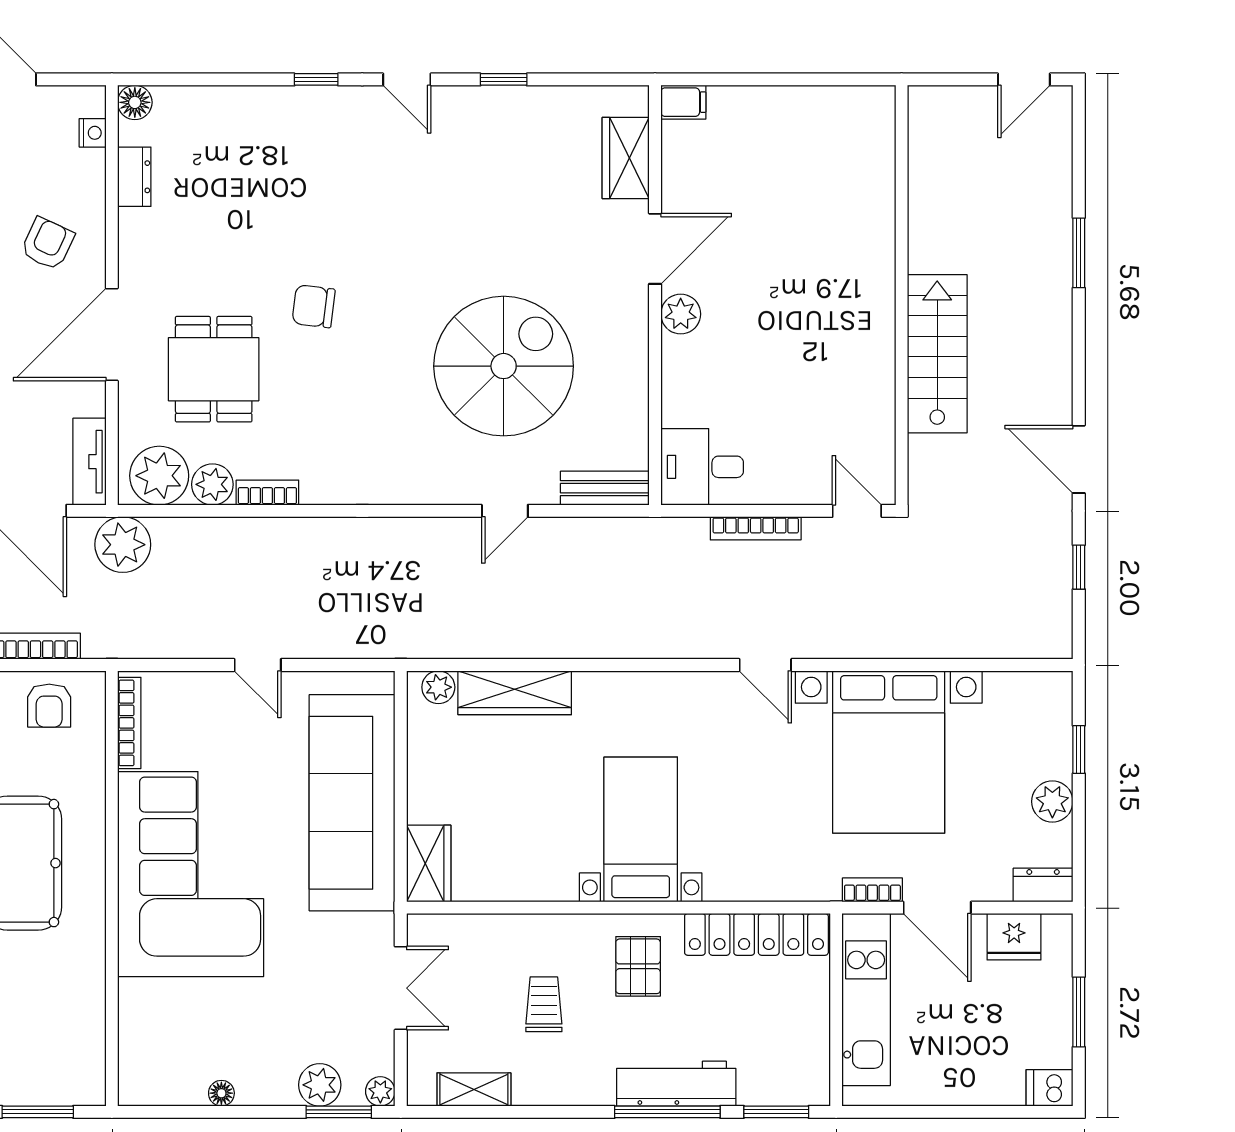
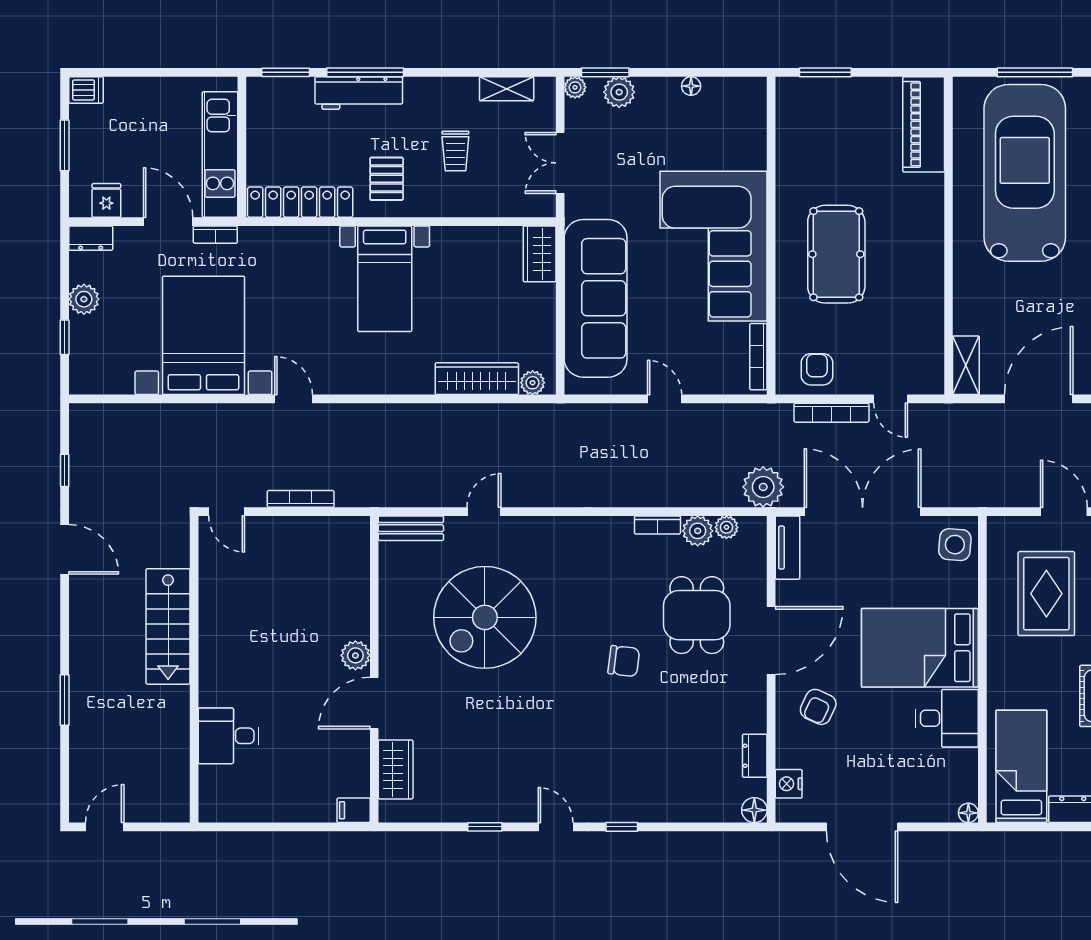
nightstand: (93, 133) -> (789, 784), width x1.39, depth x1.35
desk: (702, 467) -> (228, 736), moved, turned 180
plant: (159, 476) -> (726, 527), width x0.53, depth x0.53
fridge: (1014, 937) -> (106, 200), width x0.72

